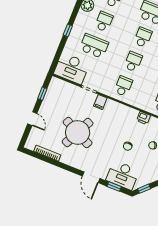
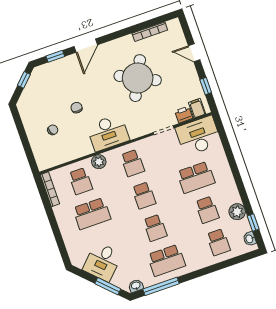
window: (68, 30) -> (235, 170), removed
filing cabinet: (100, 102) -> (197, 108), moved
plant: (142, 104) -> (99, 162), added
printer: (144, 118) -> (184, 115), moved
desk: (123, 175) -> (108, 133), moved, turned 180
door: (91, 177) -> (86, 46), swing flipped

